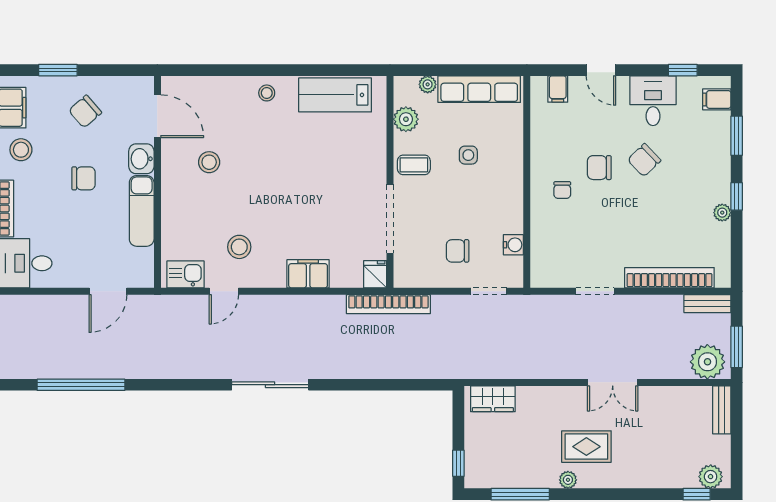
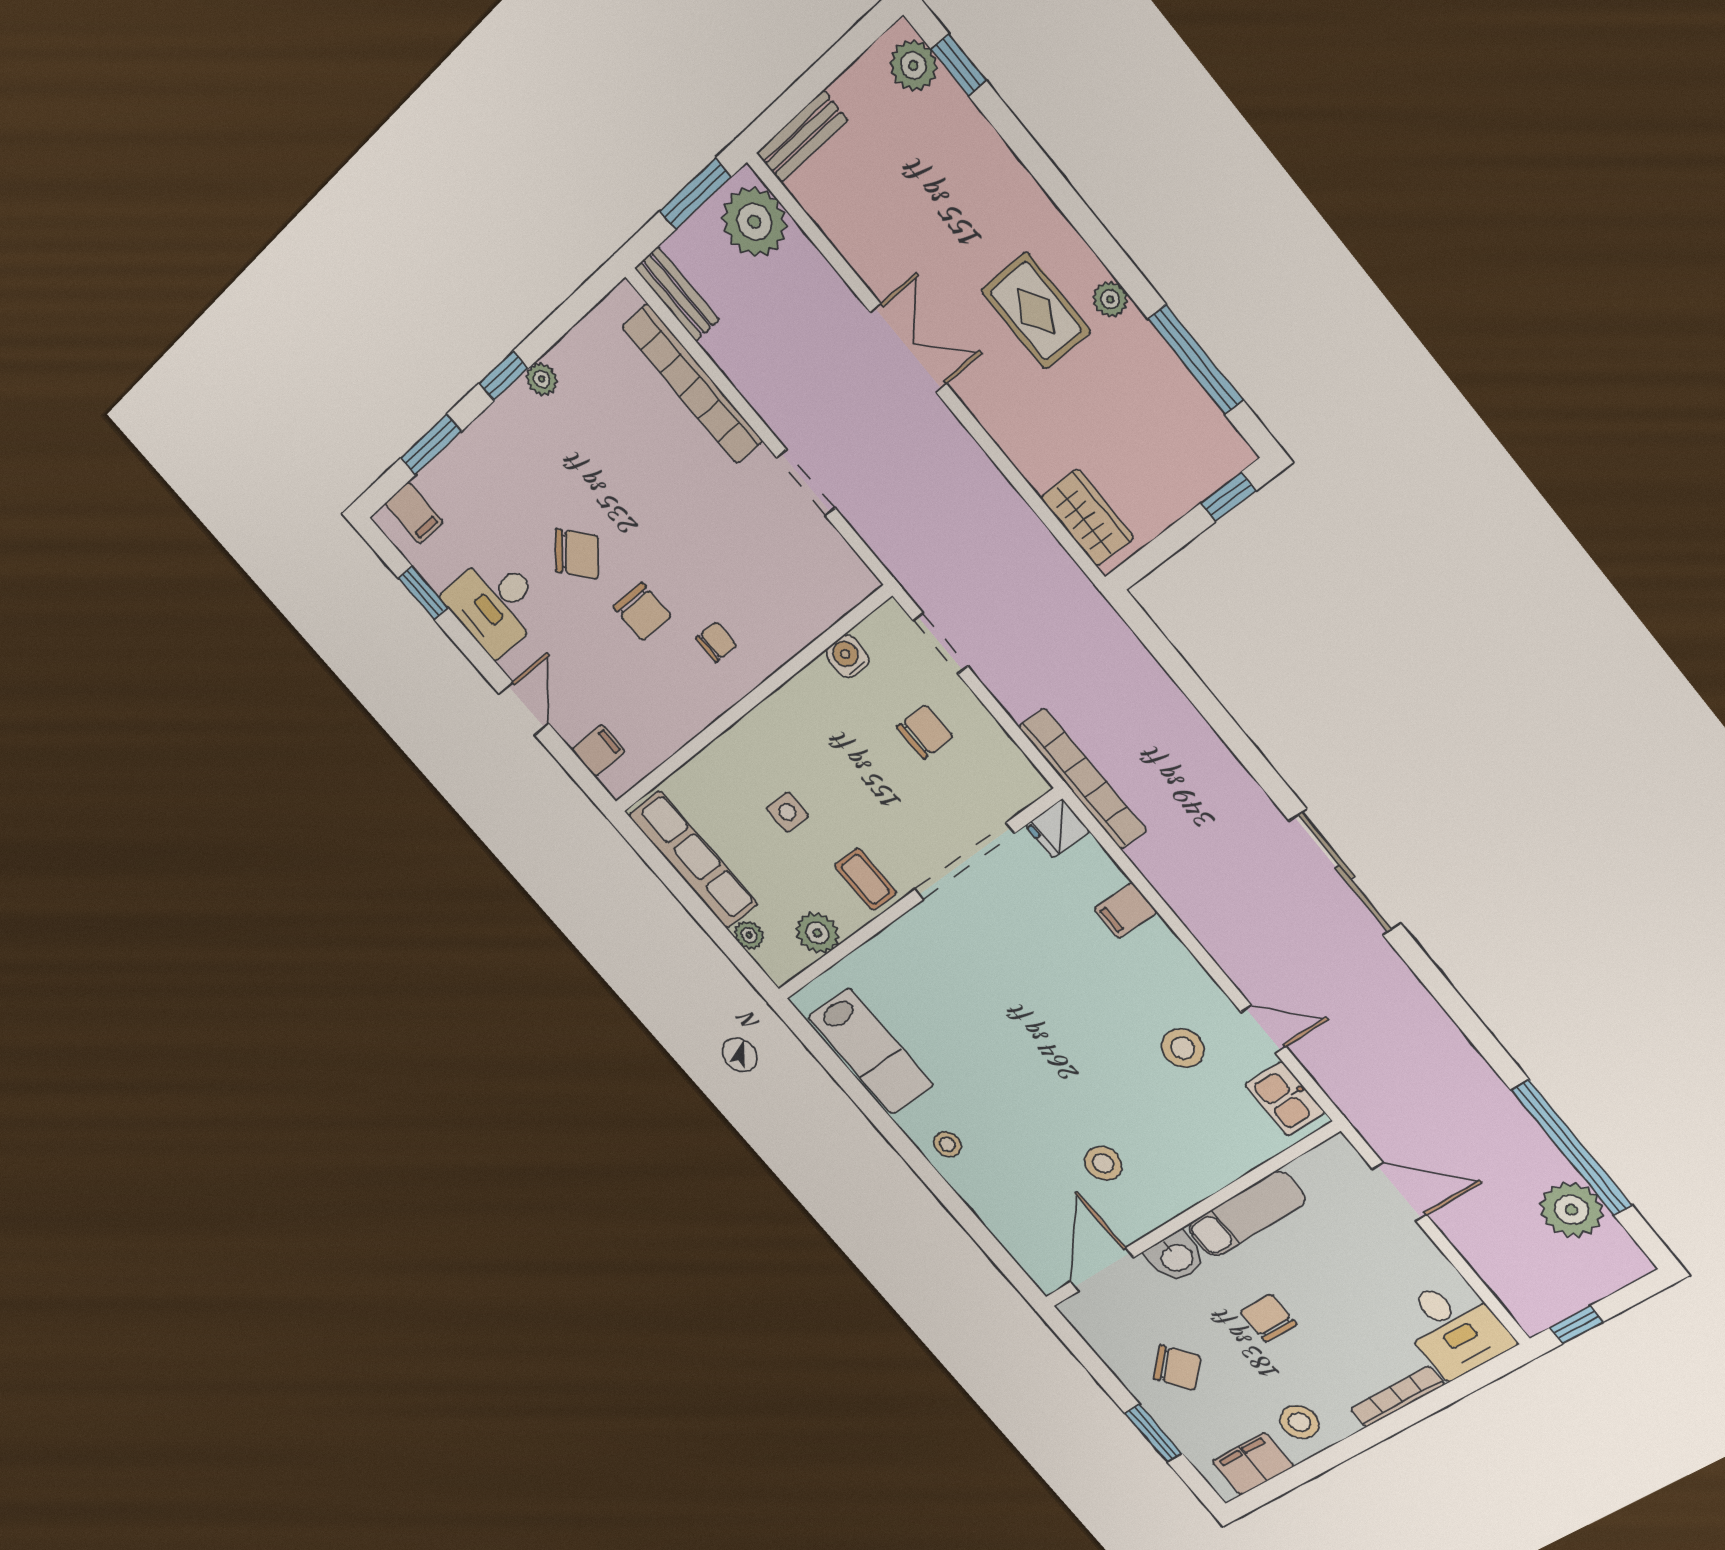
chair: (458, 251) -> (925, 732), turned -90
filing cabinet: (308, 274) -> (1125, 911), width x0.50
plant: (51, 362) -> (1571, 1210), added

